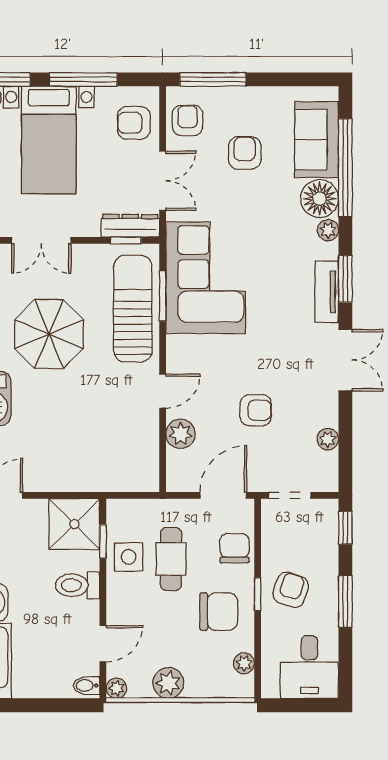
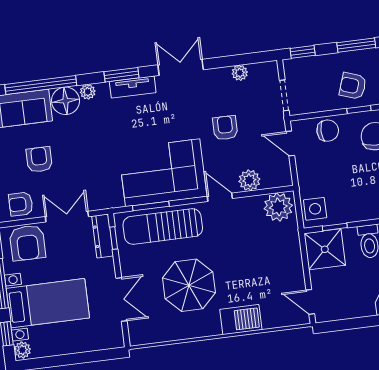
armchair: (134, 123) -> (27, 243), width x1.38, depth x1.38
armchair: (245, 153) -> (39, 160), turned 90
corner sofa: (206, 278) -> (163, 173), moved
plant: (140, 468) -> (278, 207), added
door: (223, 495) -> (290, 144), width x0.73
chair: (234, 548) -> (328, 131), turned 180
side table: (129, 557) -> (315, 209), moved
cafe table: (171, 559) -> (341, 176), removed

